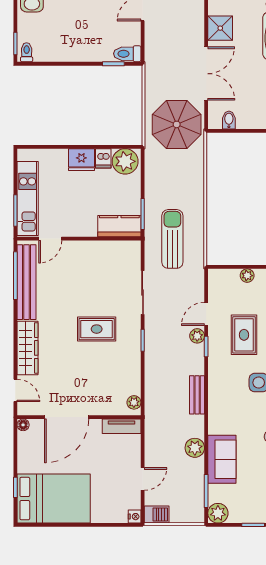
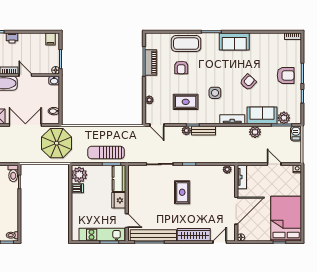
fridge: (81, 160) -> (119, 200), moved, turned 180
sun lounger: (172, 239) -> (106, 153), moved
door: (206, 314) -> (157, 125), moved
bench: (197, 395) -> (203, 131), moved
tv unit: (216, 411) -> (232, 119), added
door: (67, 417) -> (236, 211), hinge flipped
plant: (218, 513) -> (284, 118), moved
barbecue: (157, 514) -> (296, 134), moved

